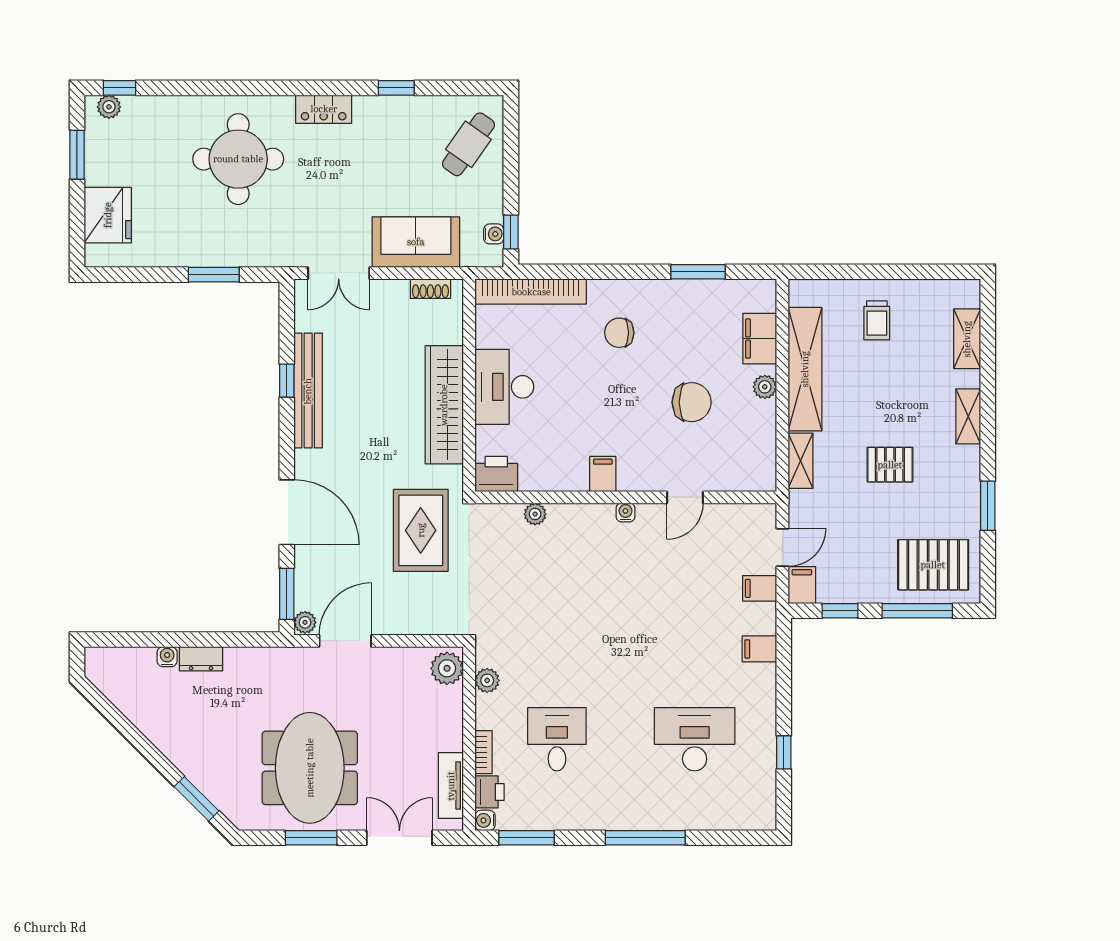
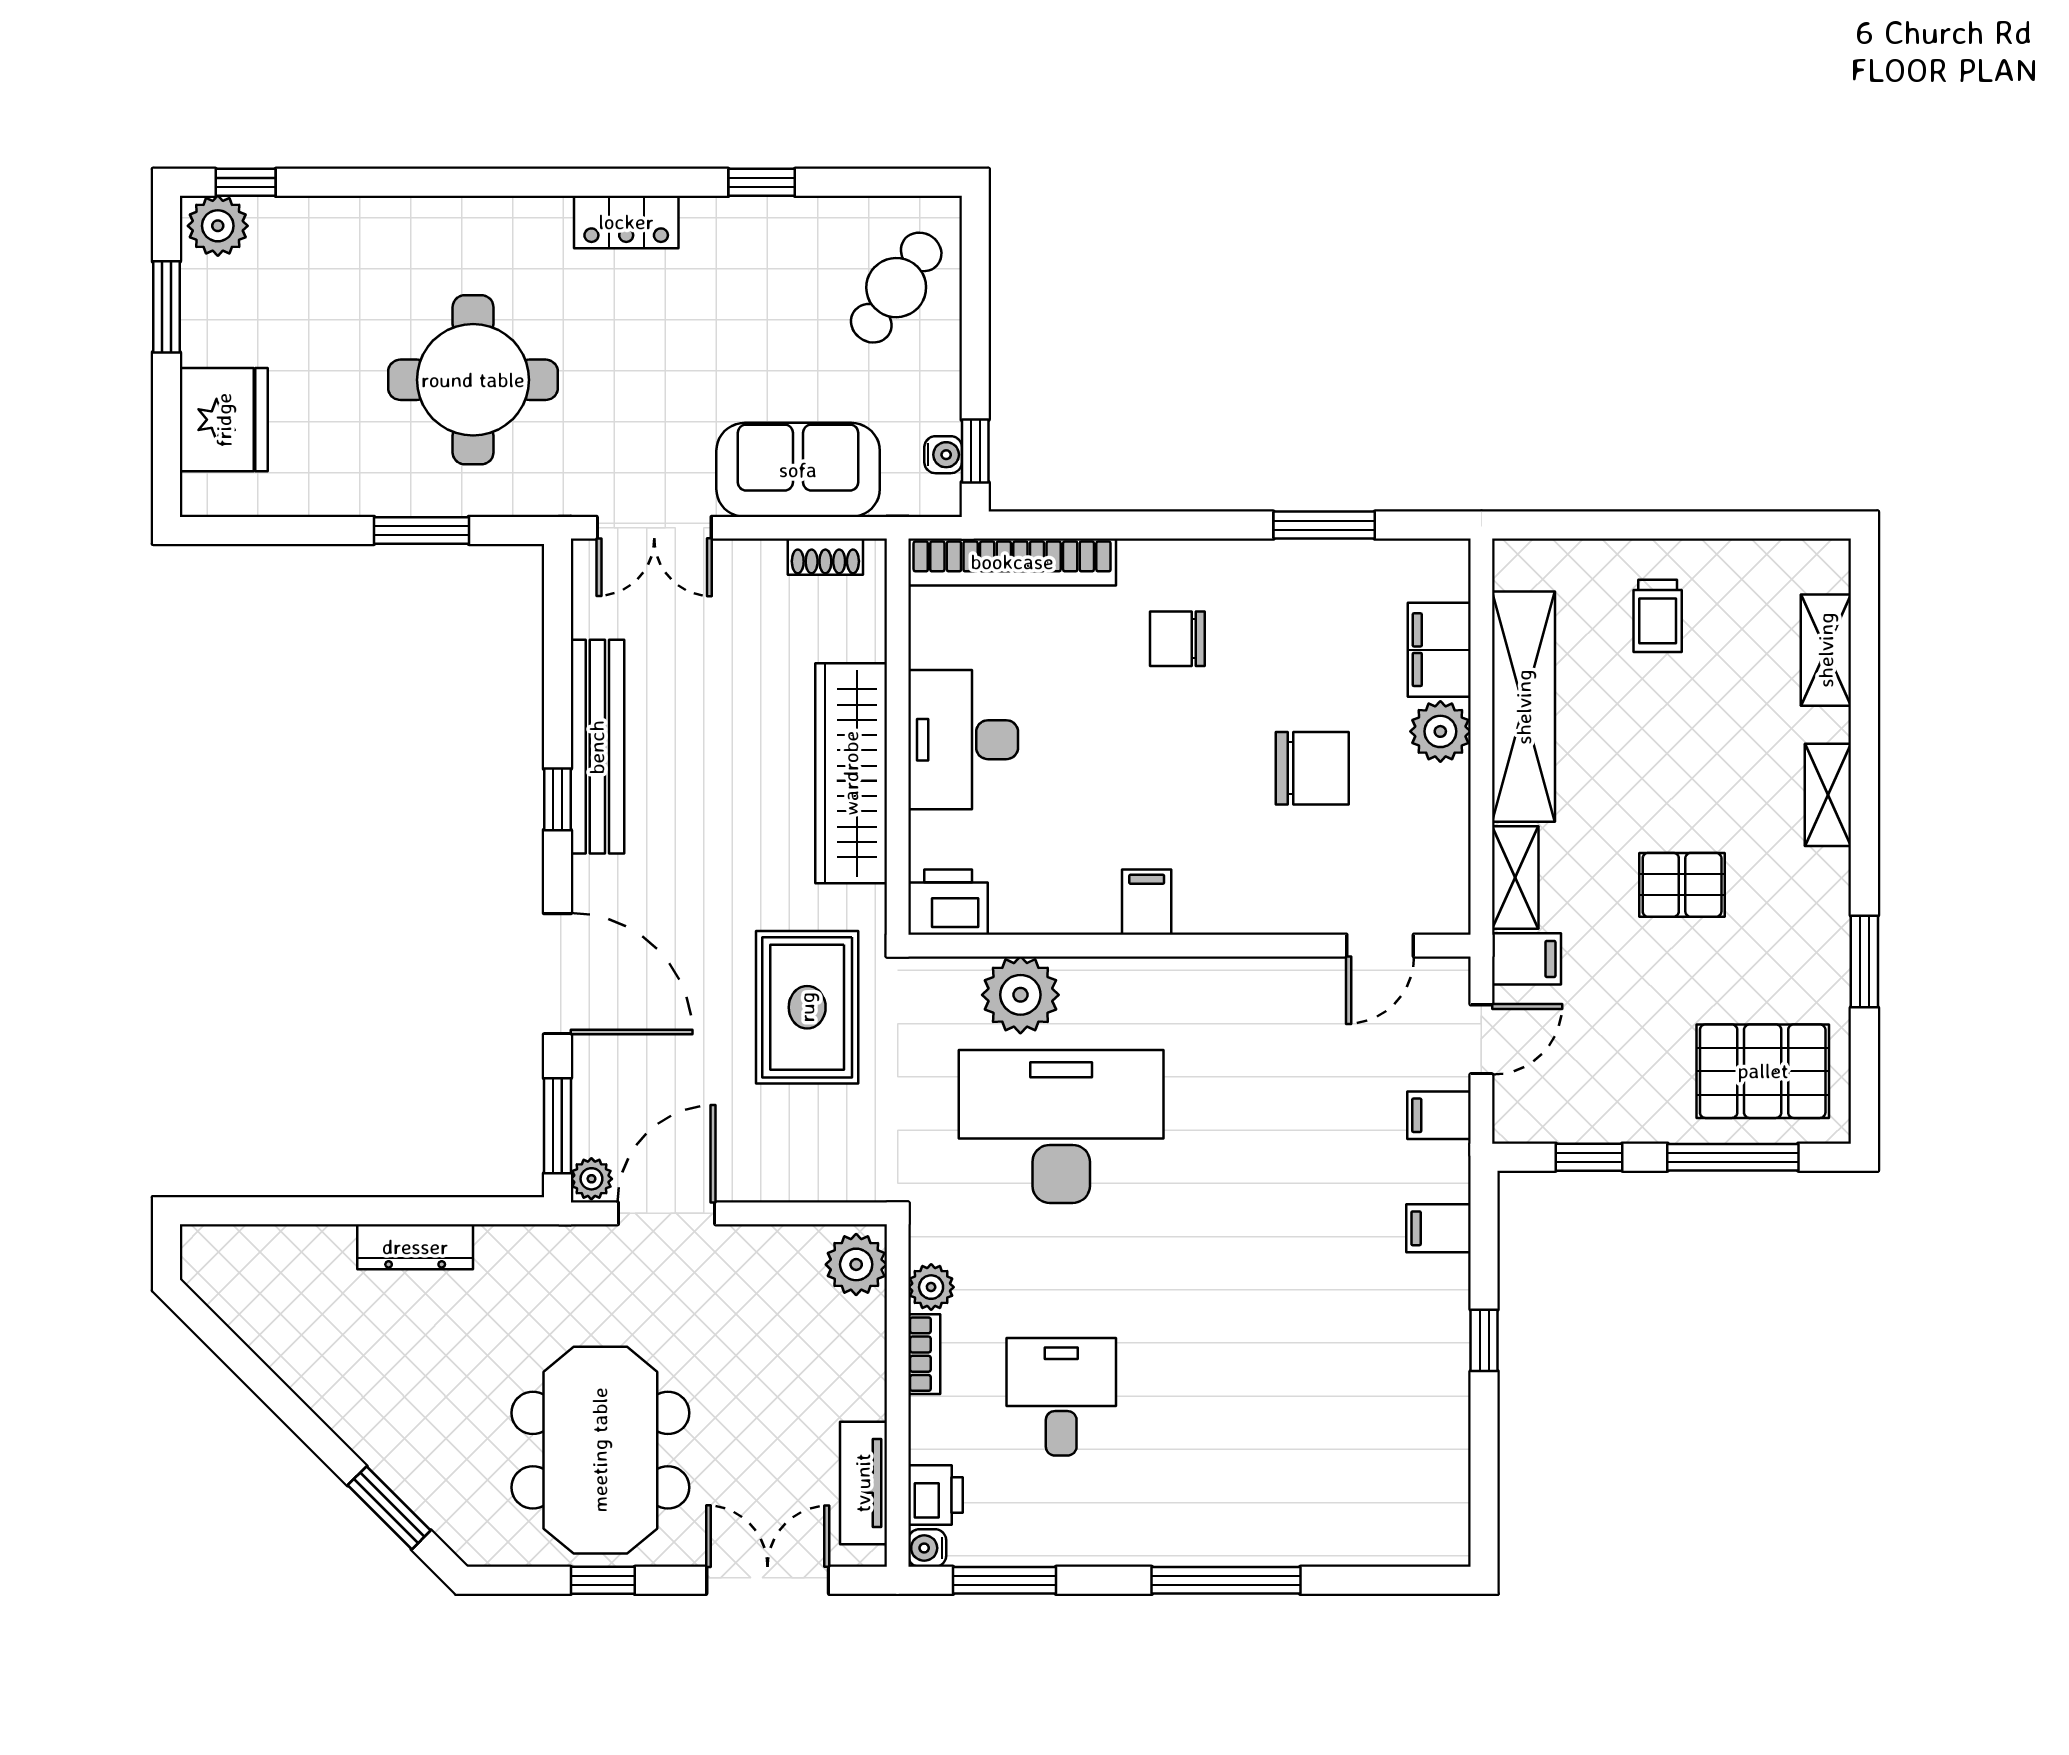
plant: (109, 107) -> (218, 226), width x1.38, depth x1.38
round table: (238, 159) -> (473, 380), moved
window: (287, 381) -> (557, 799), moved
plant: (765, 387) -> (1440, 731), width x1.38, depth x1.38
door: (685, 497) -> (1380, 946), moved
water cooler: (625, 512) -> (1189, 974), removed
plant: (535, 514) -> (1020, 995), width x1.88, depth x1.88
filing cabinet: (802, 585) -> (1526, 959), moved, turned 90
water cooler: (167, 657) -> (334, 1243), removed
dresser: (201, 659) -> (415, 1247), width x1.44
desk: (695, 739) -> (1061, 1126), moved, width x1.36, depth x1.30
bookcase: (483, 752) -> (924, 1354), moved
window: (784, 752) -> (1484, 1340), moved
window: (311, 838) -> (603, 1580), width x0.67

